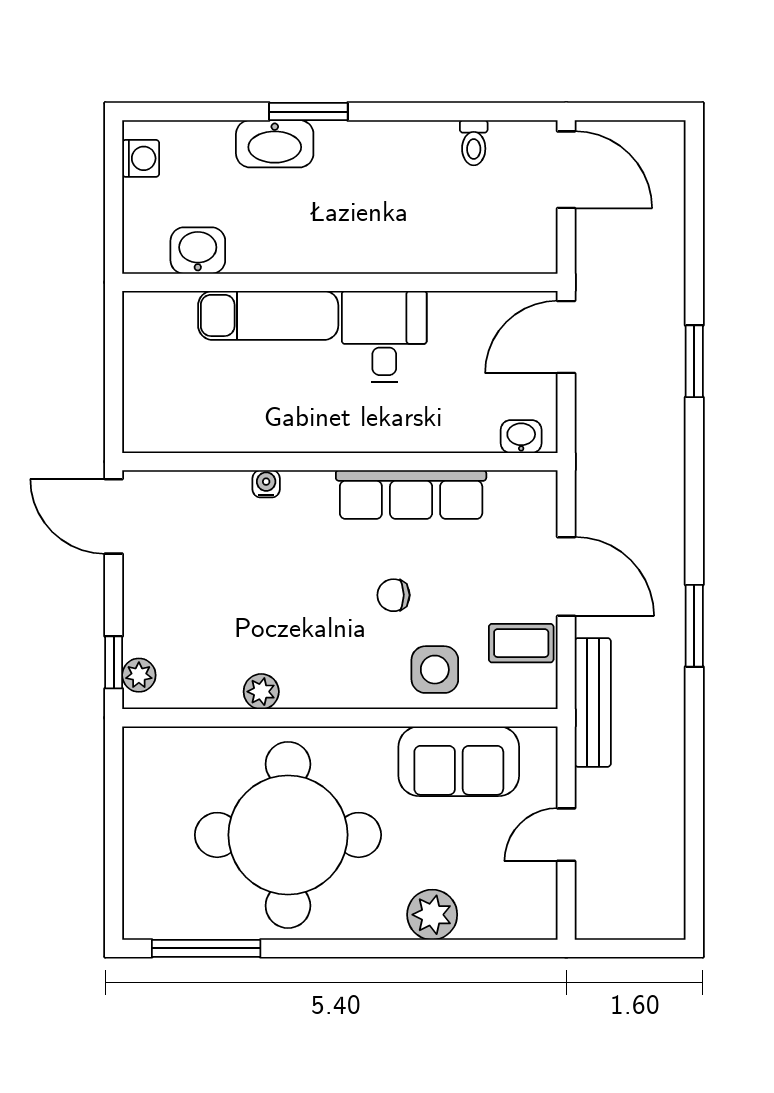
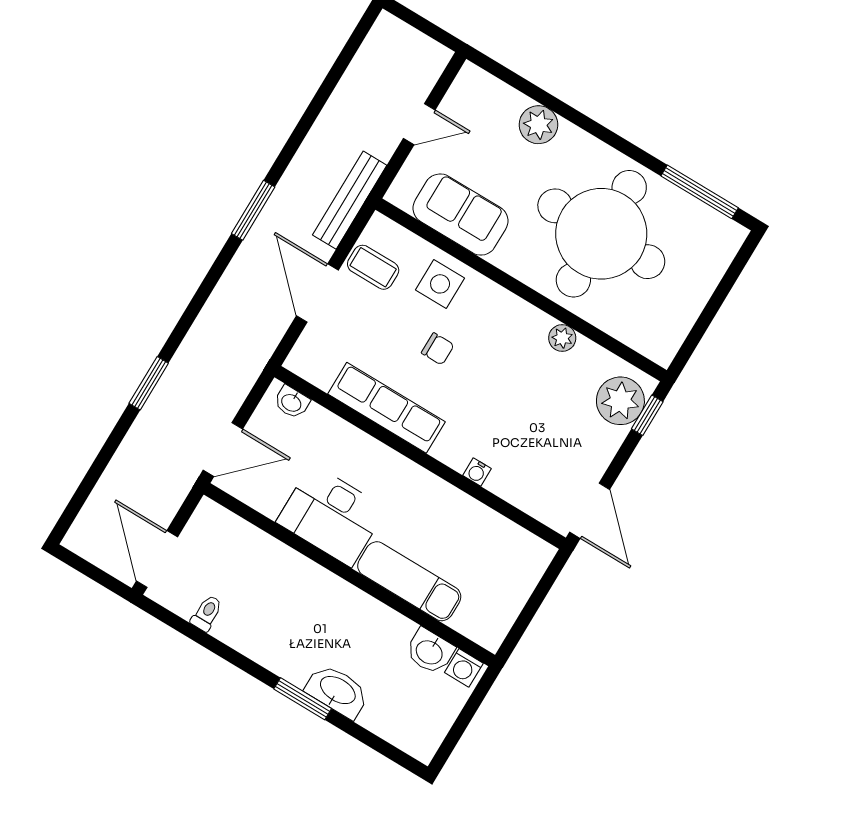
washing machine: (141, 158) -> (464, 668), moved, turned -90
desk: (384, 337) -> (331, 515), width x1.37
plant: (139, 675) -> (620, 401), width x1.88, depth x1.88

